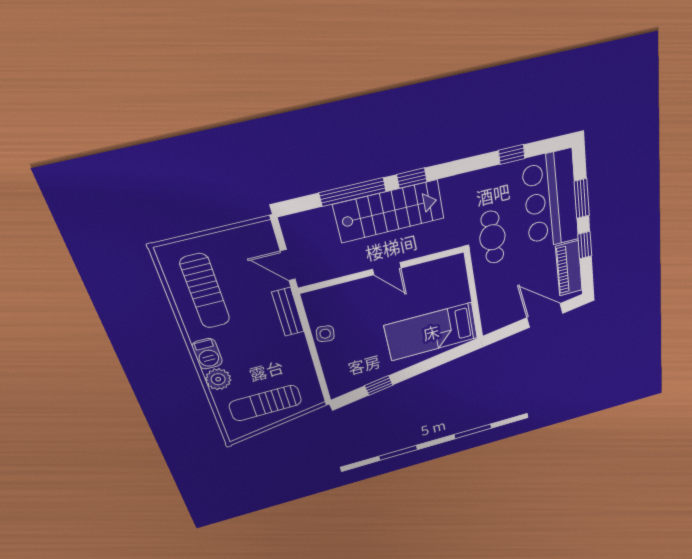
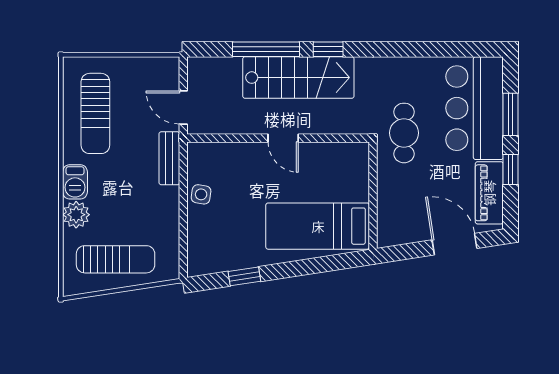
window: (512, 154) -> (437, 49), removed
sun lounger: (265, 403) -> (116, 259), turned 180

